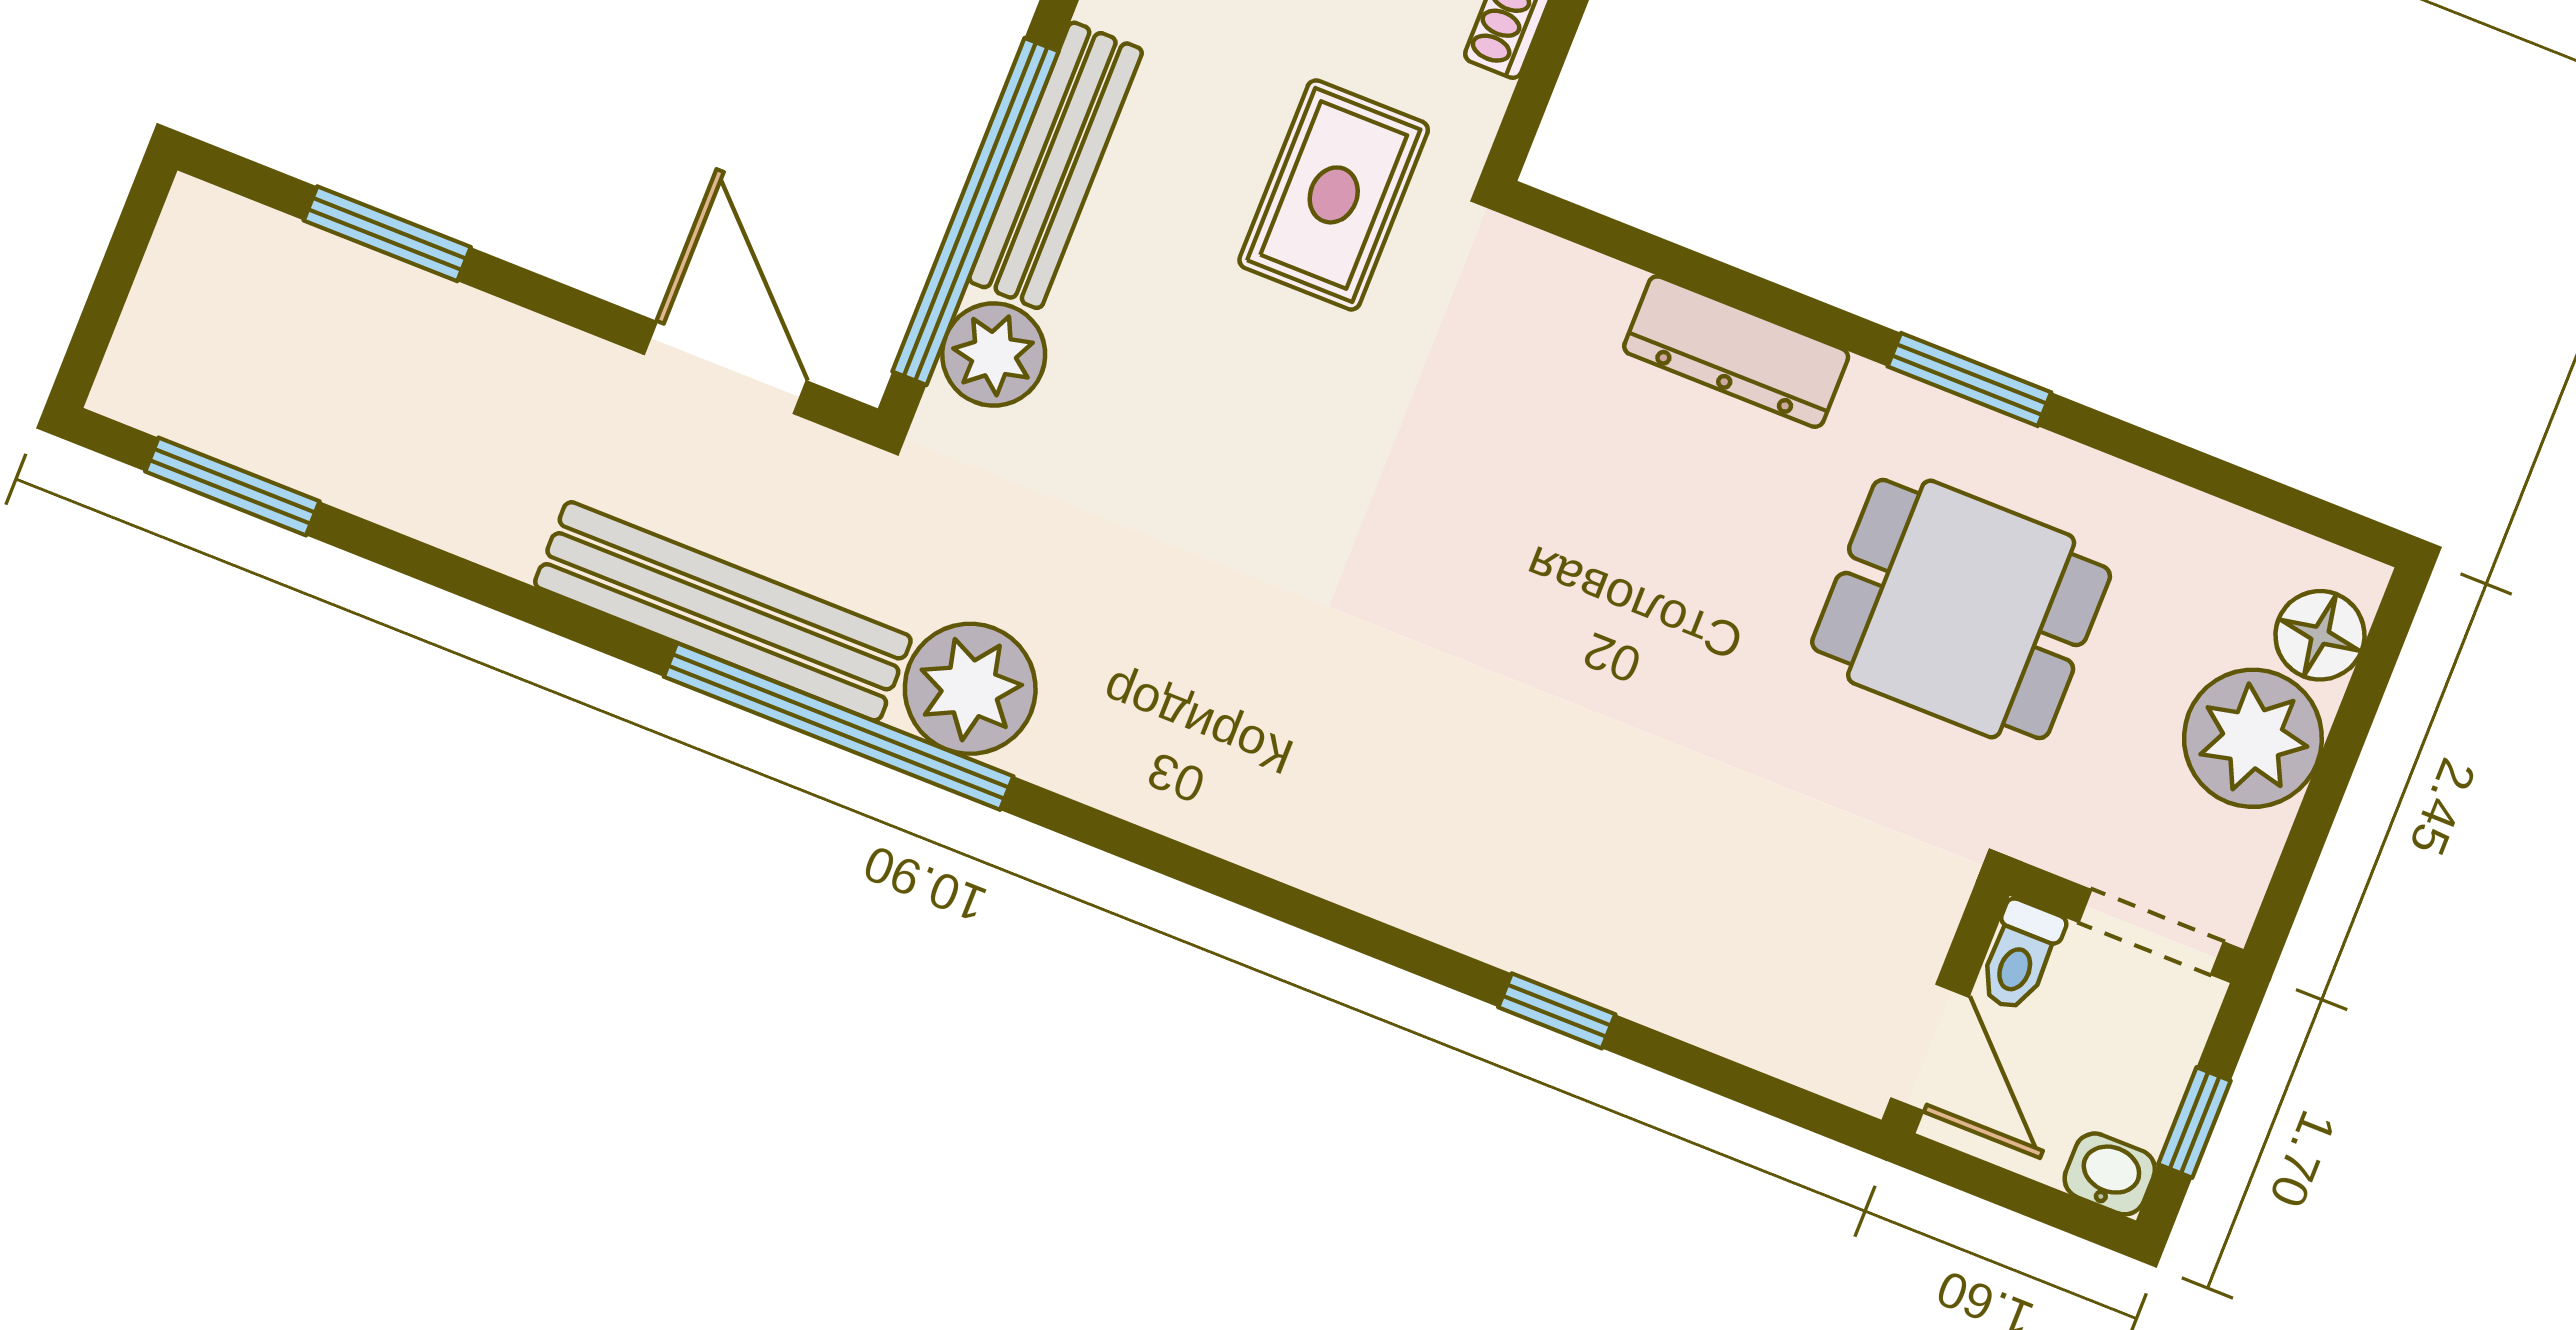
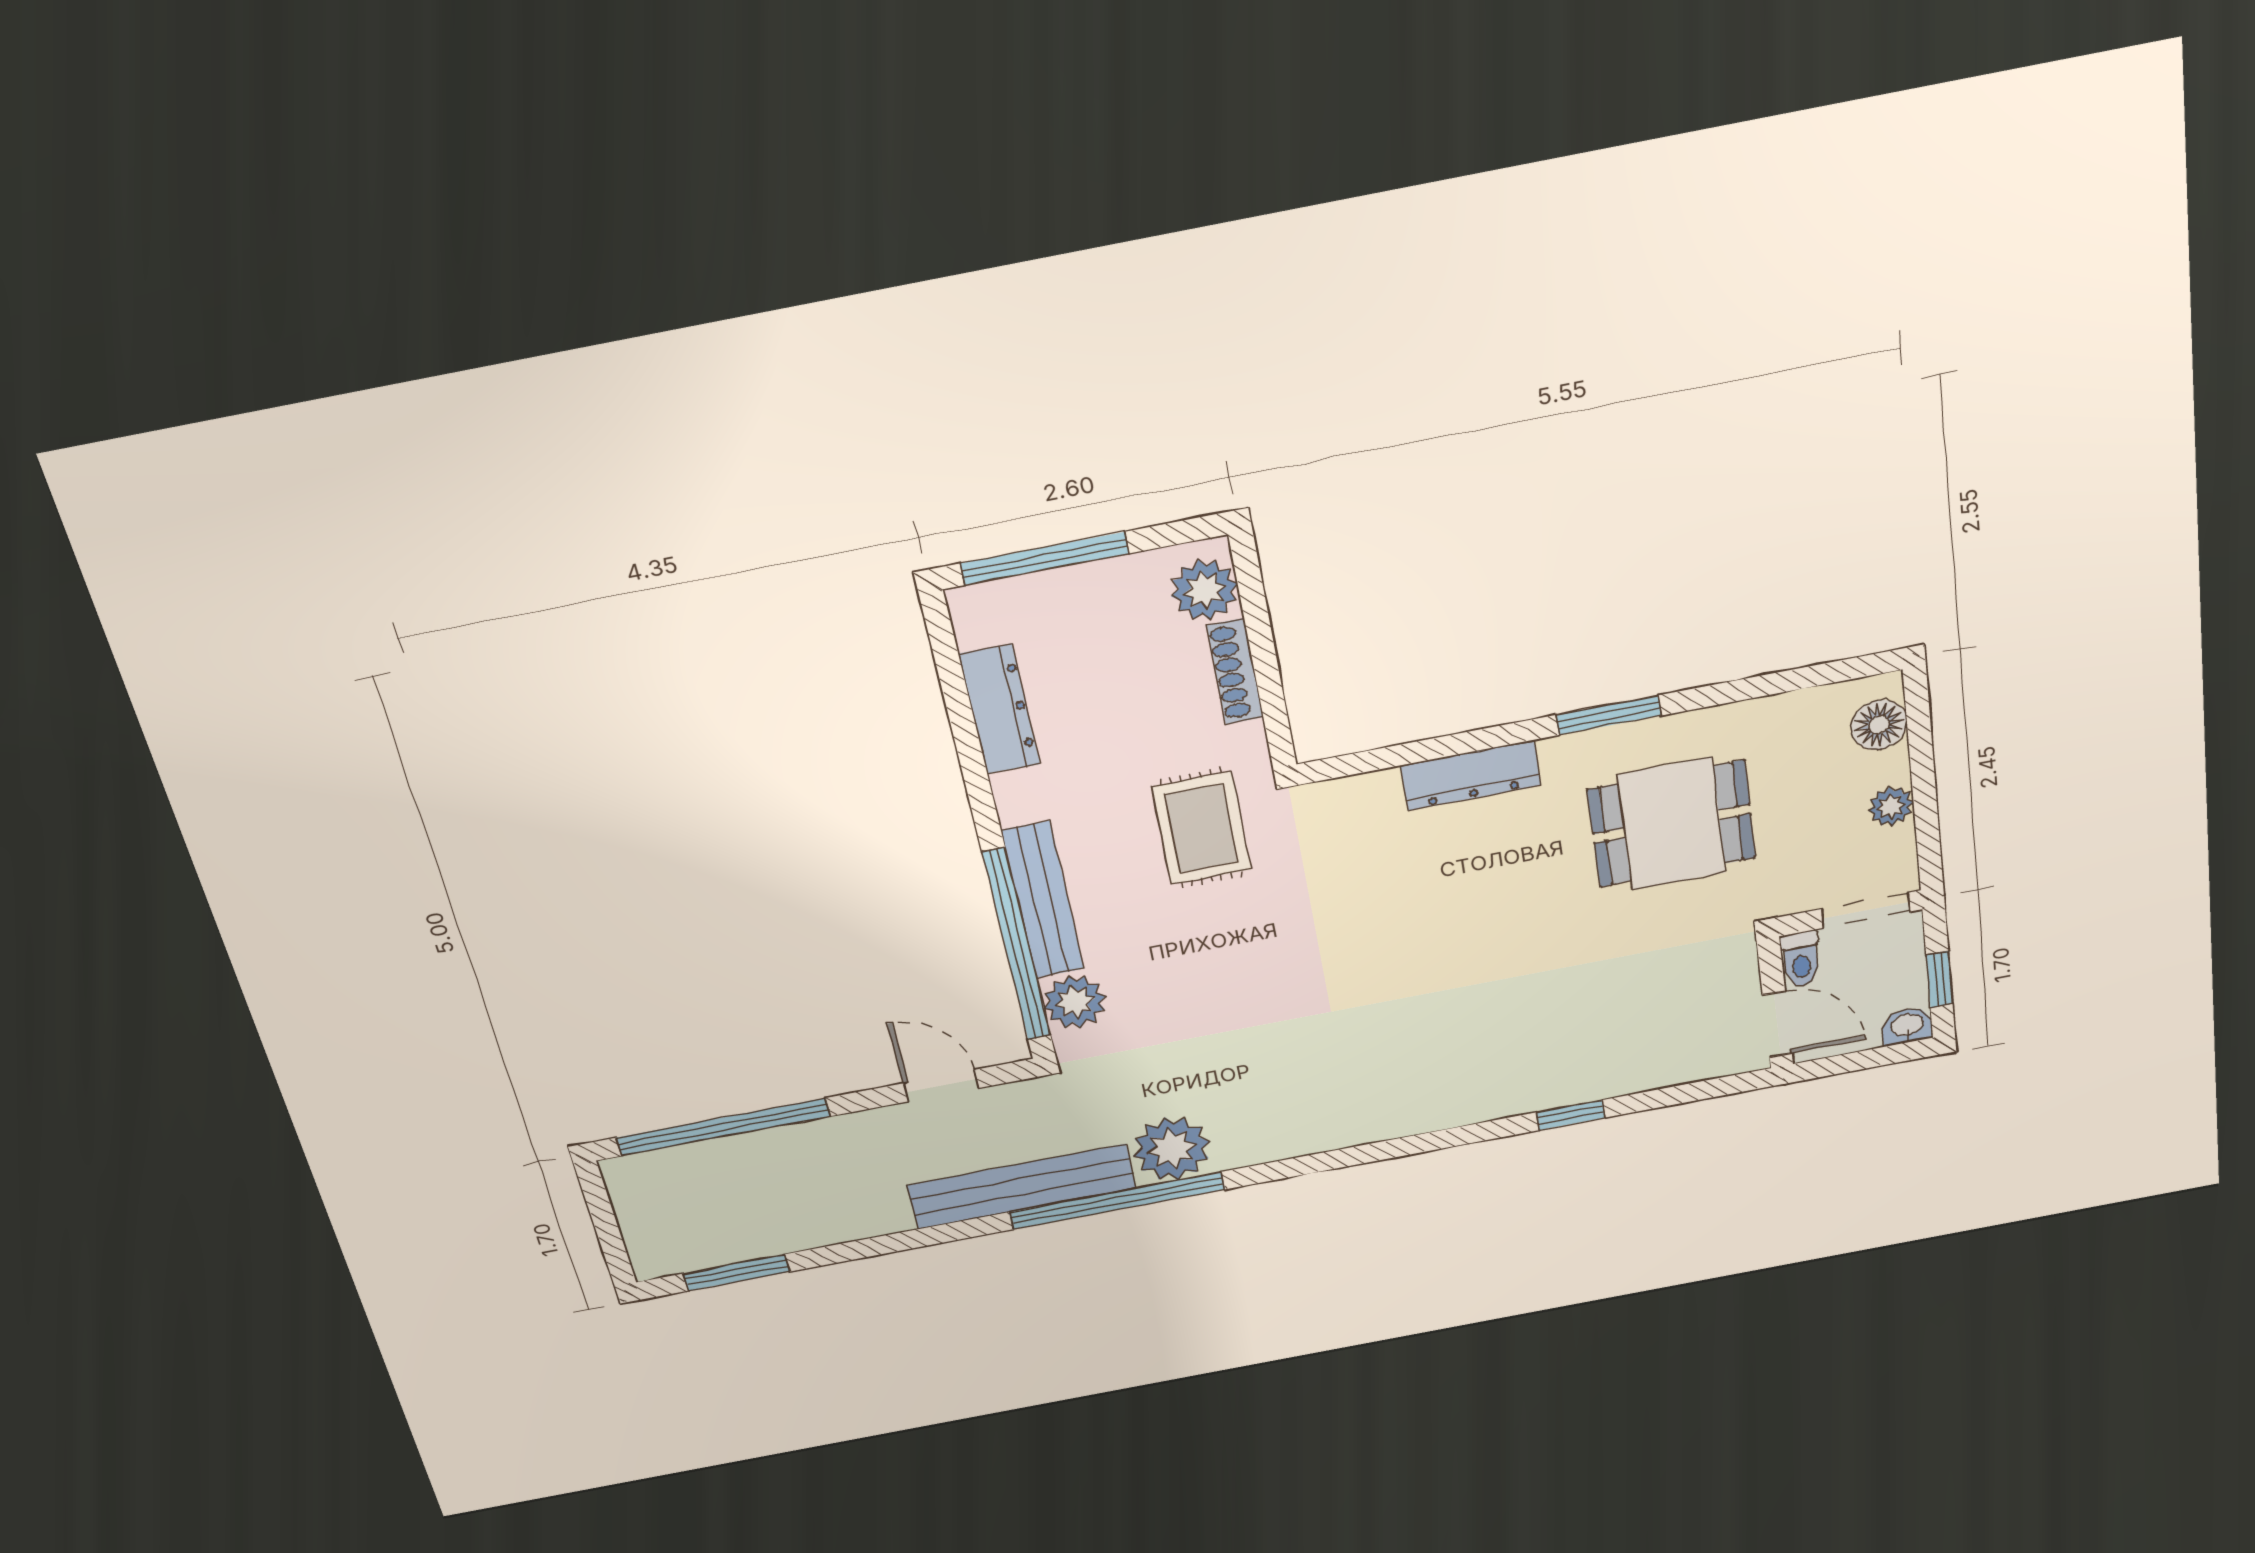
window: (387, 234) -> (723, 1127), width x2.11
door: (725, 368) -> (941, 1086), width x0.73
plant: (2253, 738) -> (1891, 807), width x0.53, depth x0.53

